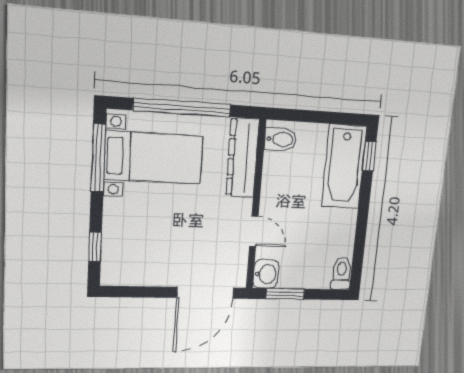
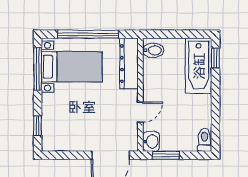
door: (254, 231) -> (140, 112), hinge flipped

